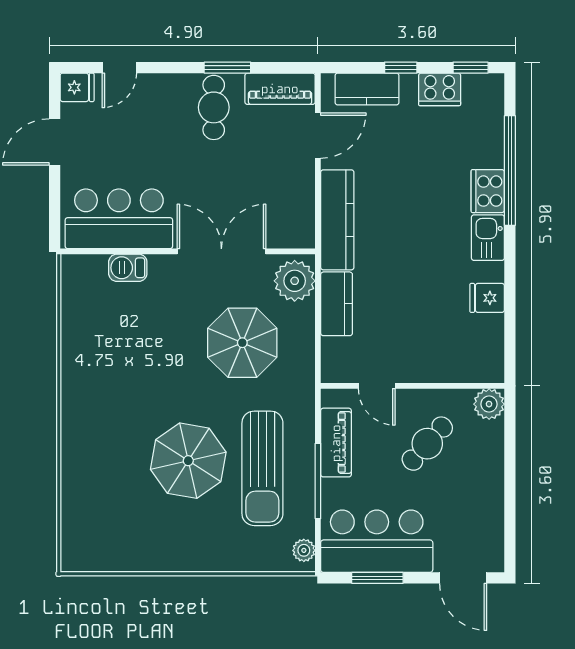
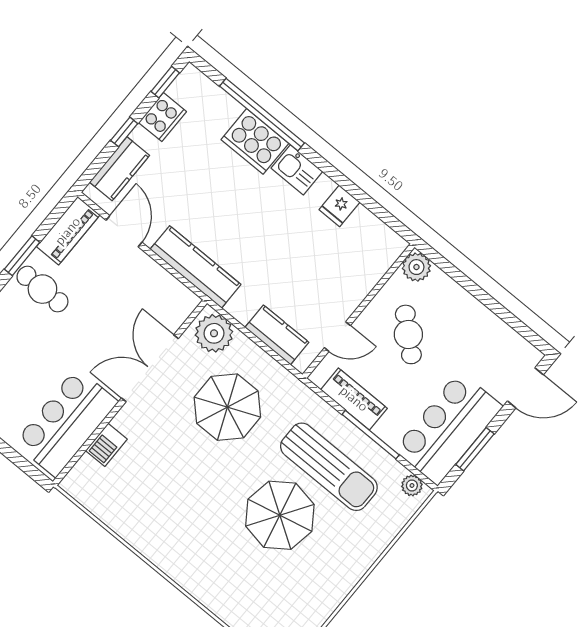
cooker: (488, 191) -> (255, 141), width x1.37, depth x1.31
kitchen counter: (337, 304) -> (277, 335), moved

